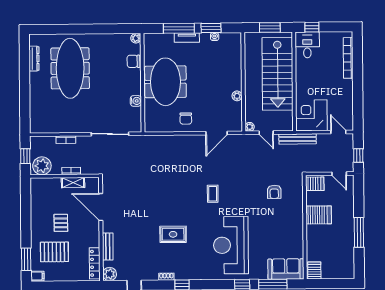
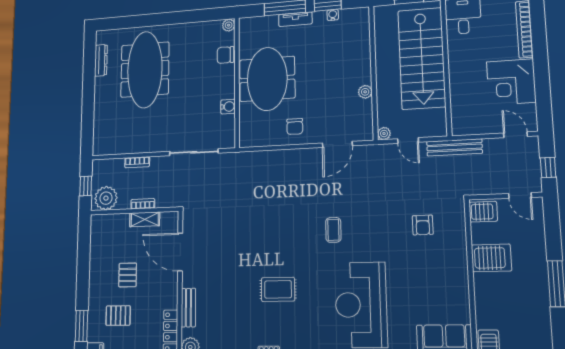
corner desk: (311, 115) -> (511, 82), moved, turned -90
pallet: (54, 252) -> (118, 316), width x0.67, depth x0.71

